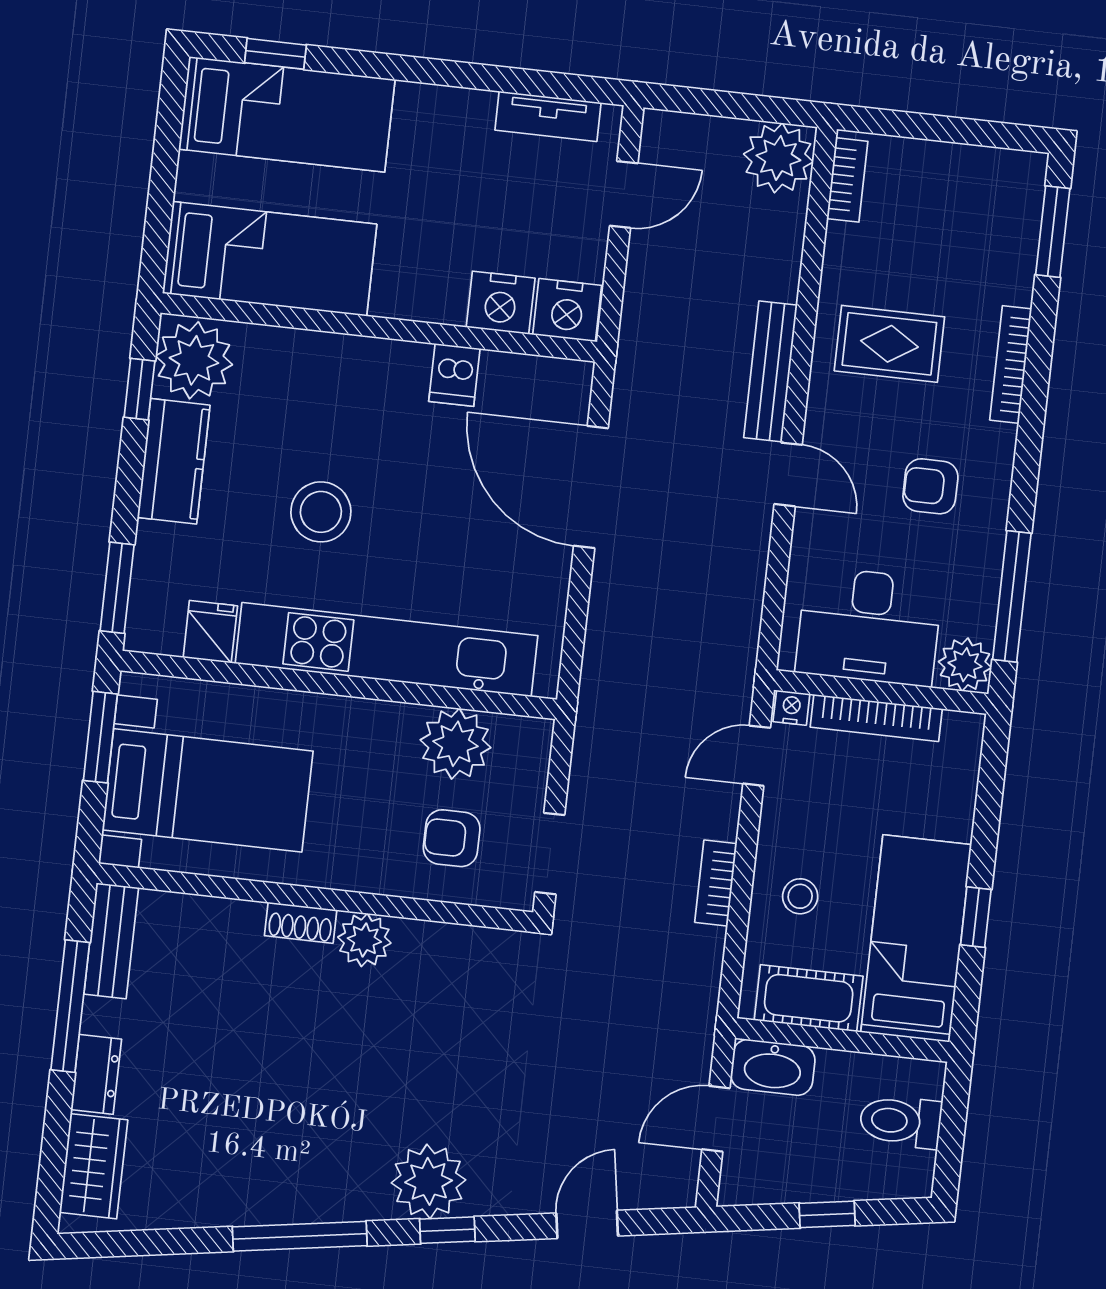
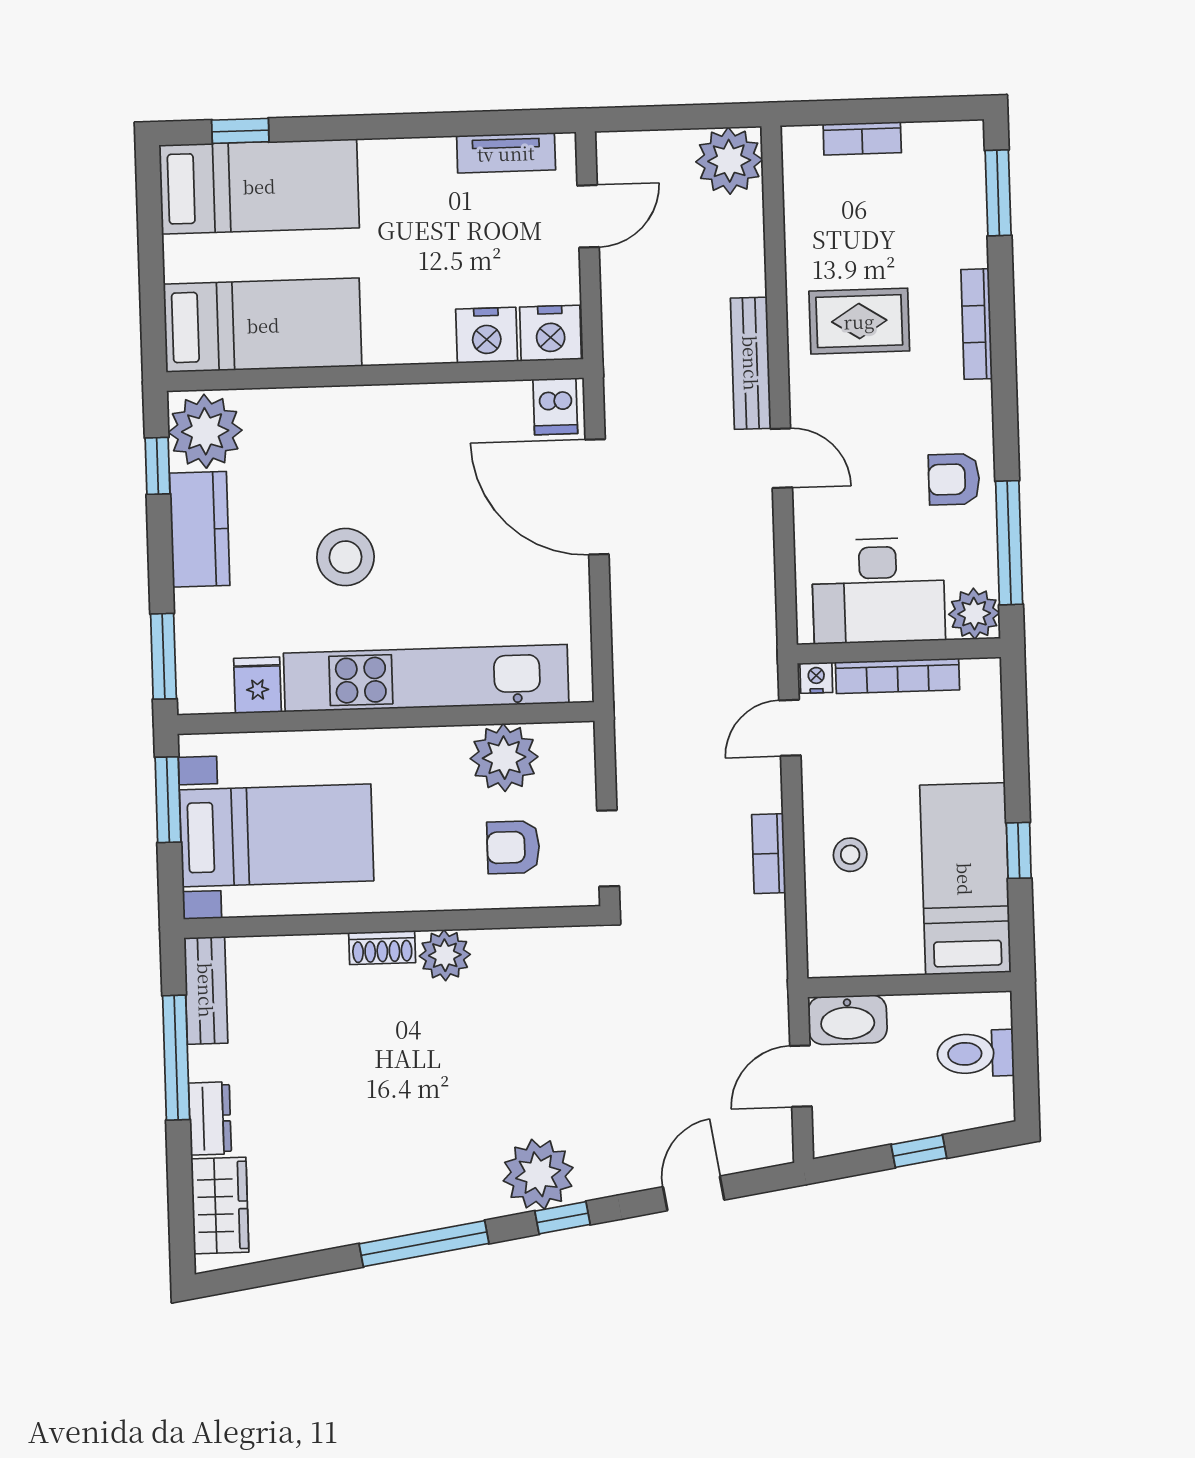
bookcase: (847, 180) -> (862, 138), moved, turned 90
dishwasher: (454, 375) -> (555, 406), moved
armchair: (930, 486) -> (954, 479), moved
cot: (809, 998) -> (872, 950), removed

